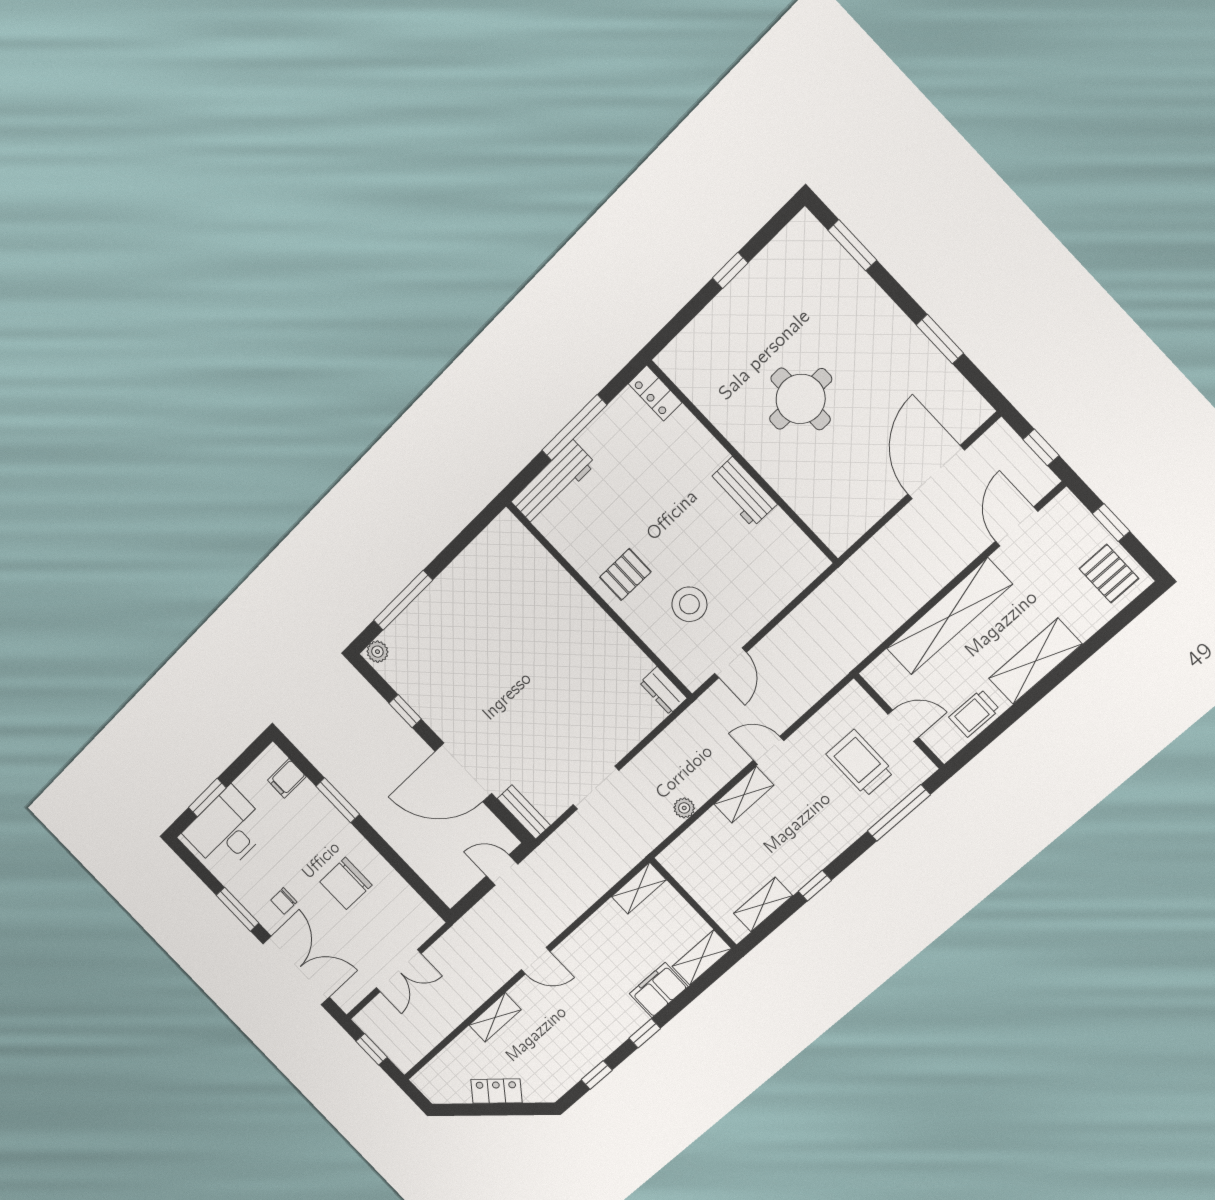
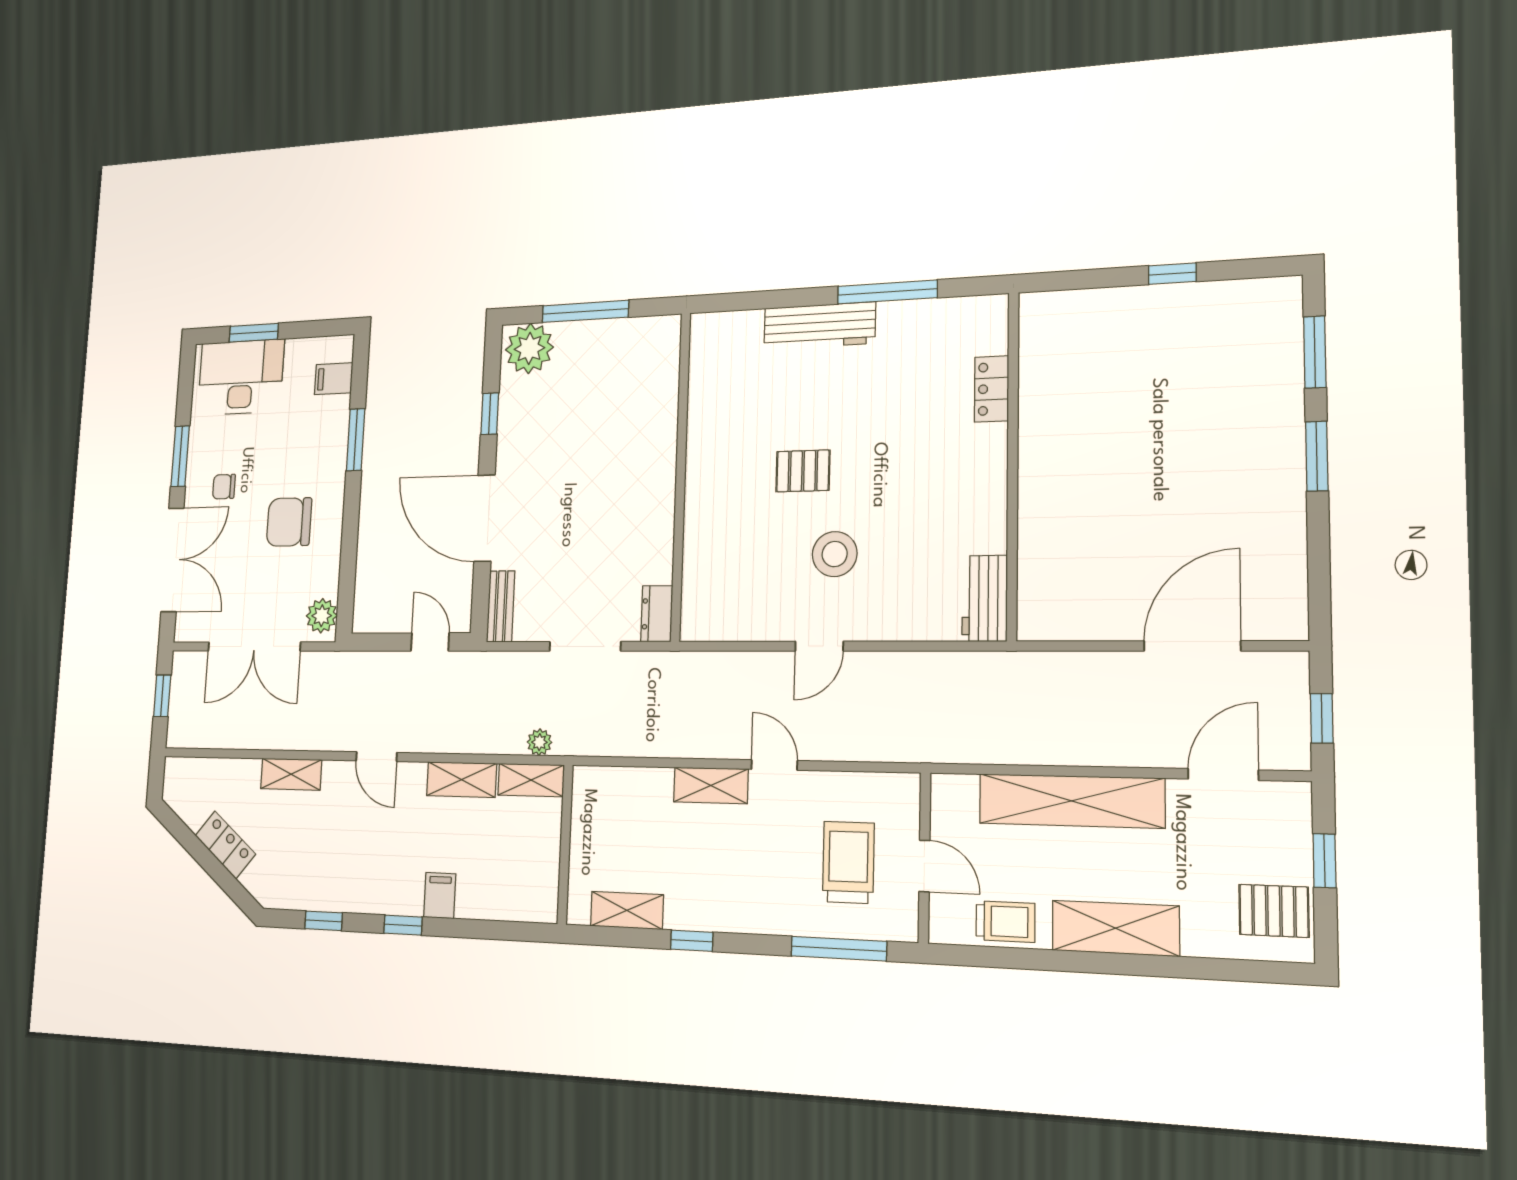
window: (940, 339) -> (1317, 456), moved
locker: (655, 393) -> (992, 389), moved
round table: (801, 399) -> (1125, 455), removed
workbench: (743, 492) -> (985, 598), moved
pallet: (1109, 574) -> (1274, 911), turned 90
wall: (599, 600) -> (681, 475), moved
plant: (377, 652) -> (529, 348), width x1.88, depth x1.88
dresser: (663, 690) -> (657, 614), moved
trolley: (974, 713) -> (1005, 922), turned 180
plant: (684, 808) -> (539, 742), moved
plant: (422, 916) -> (322, 616), added
shelving: (702, 958) -> (462, 780), moved
double door: (399, 971) -> (254, 647), width x1.37
filing cabinet: (659, 990) -> (440, 895), width x0.50

